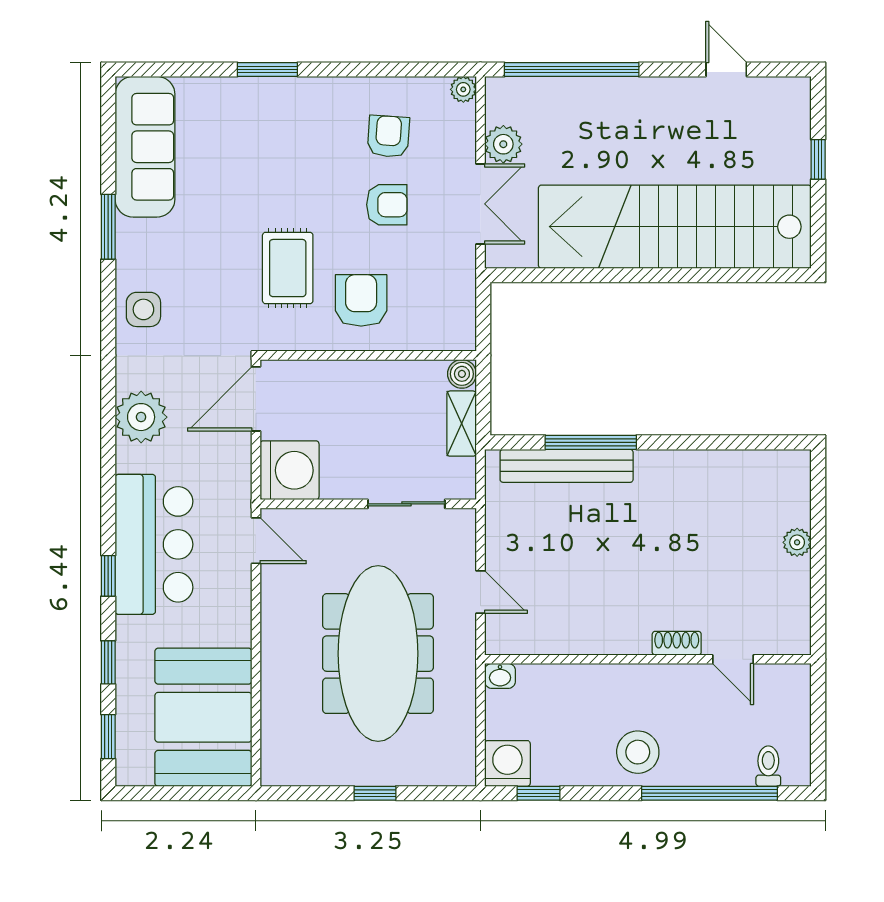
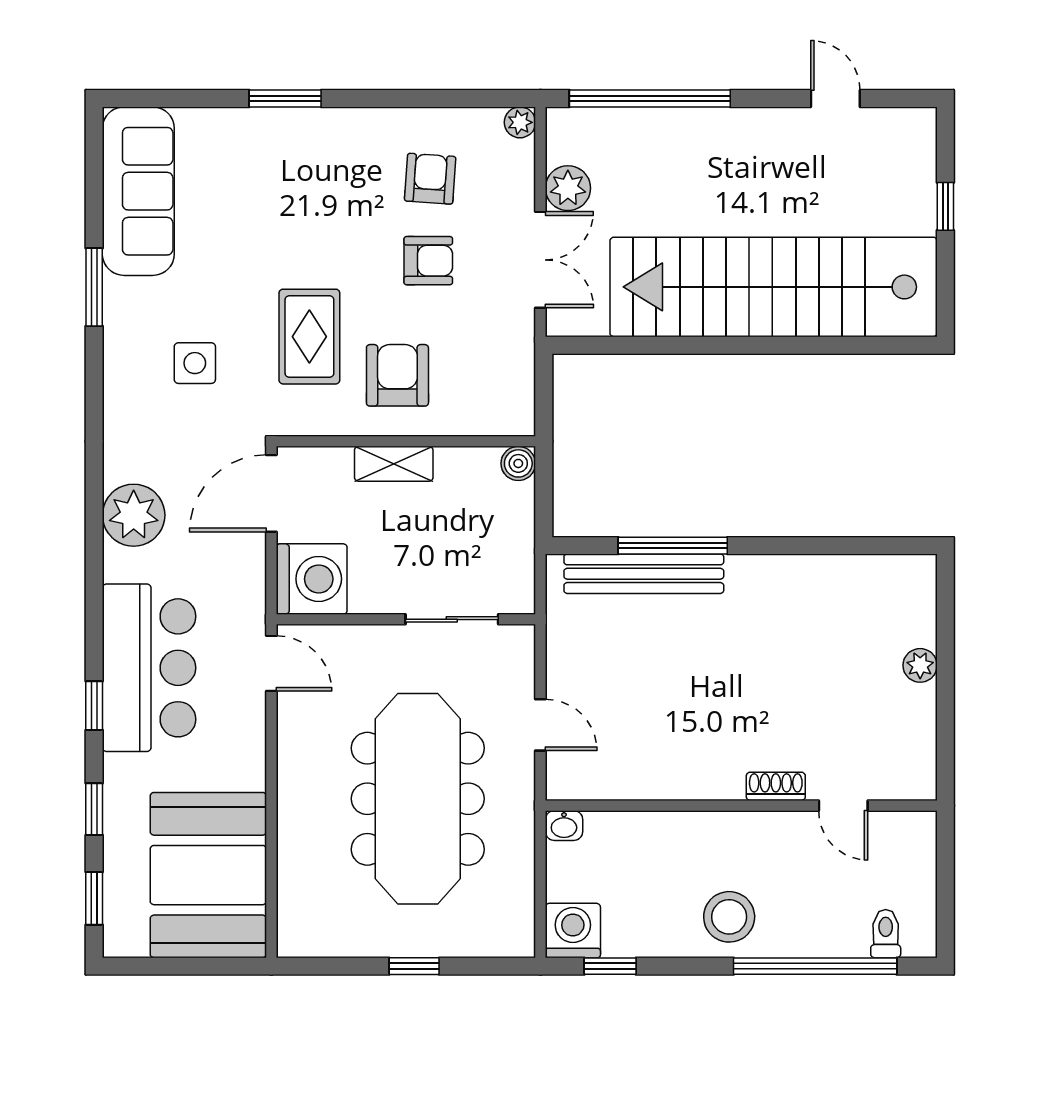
side table: (143, 309) -> (195, 363), moved
shelving: (462, 424) -> (394, 464), moved, turned 90

